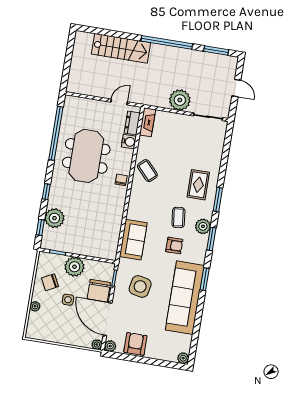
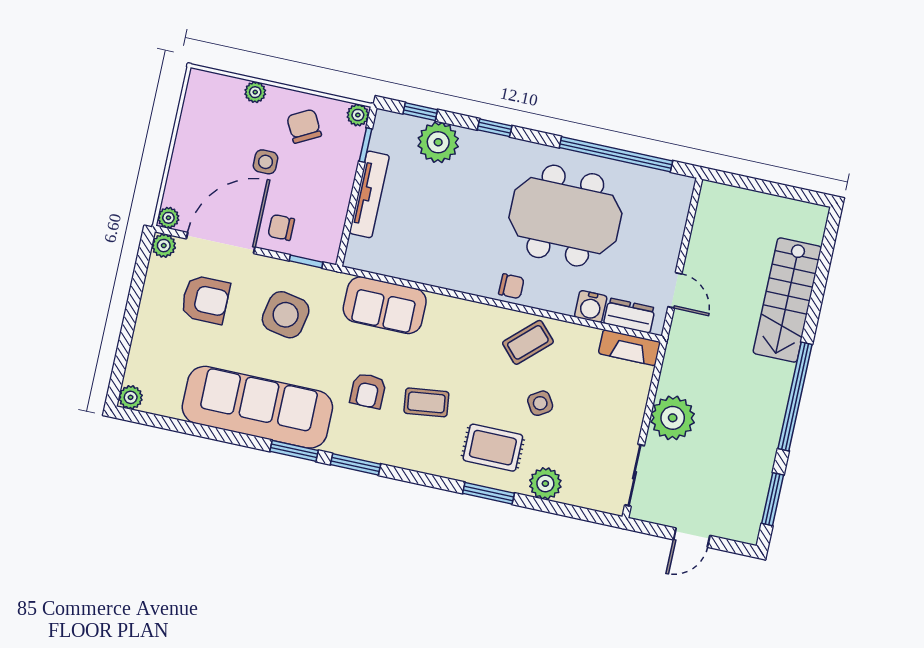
side table: (176, 163) -> (540, 403), added
window: (218, 199) -> (489, 493), moved
plant: (203, 226) -> (545, 484), moved
window: (211, 239) -> (356, 464), moved
tv unit: (81, 250) -> (369, 194), added
plant: (74, 267) -> (358, 115), moved, width x0.53, depth x0.53
chair: (99, 291) -> (281, 227), width x0.54, depth x0.54
armchair: (135, 344) -> (205, 300), moved

